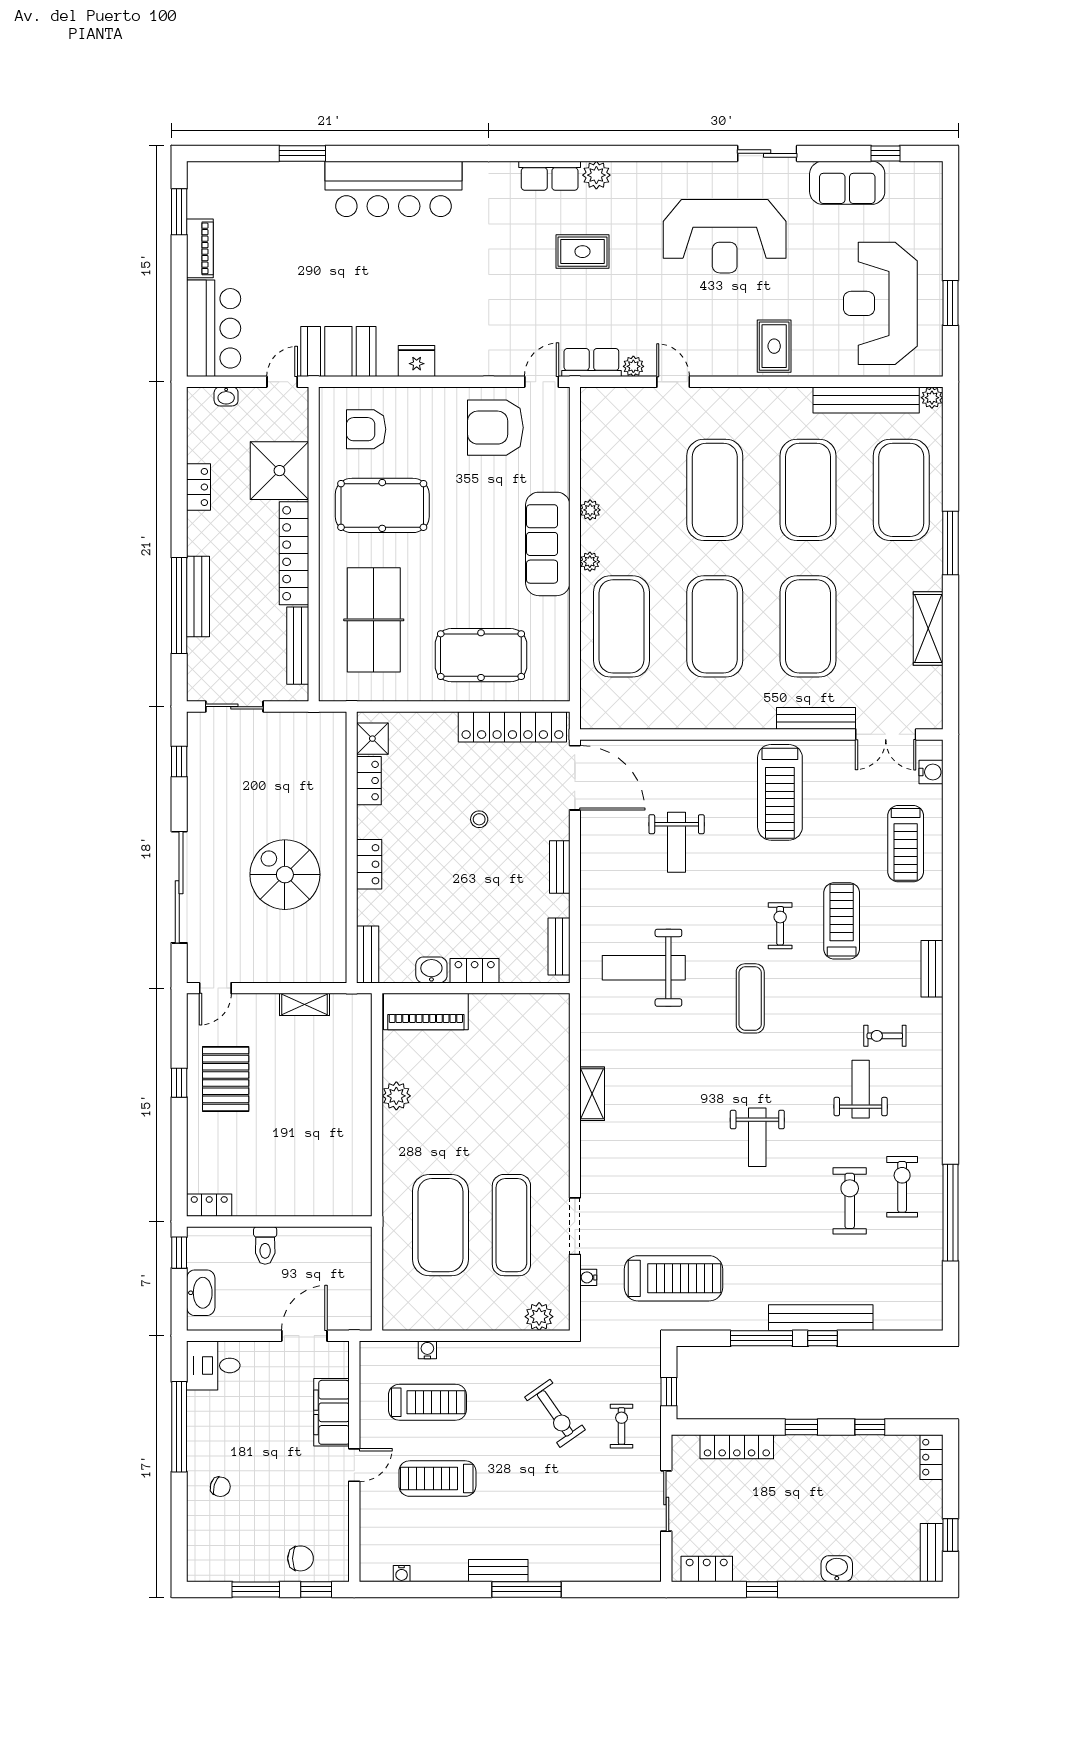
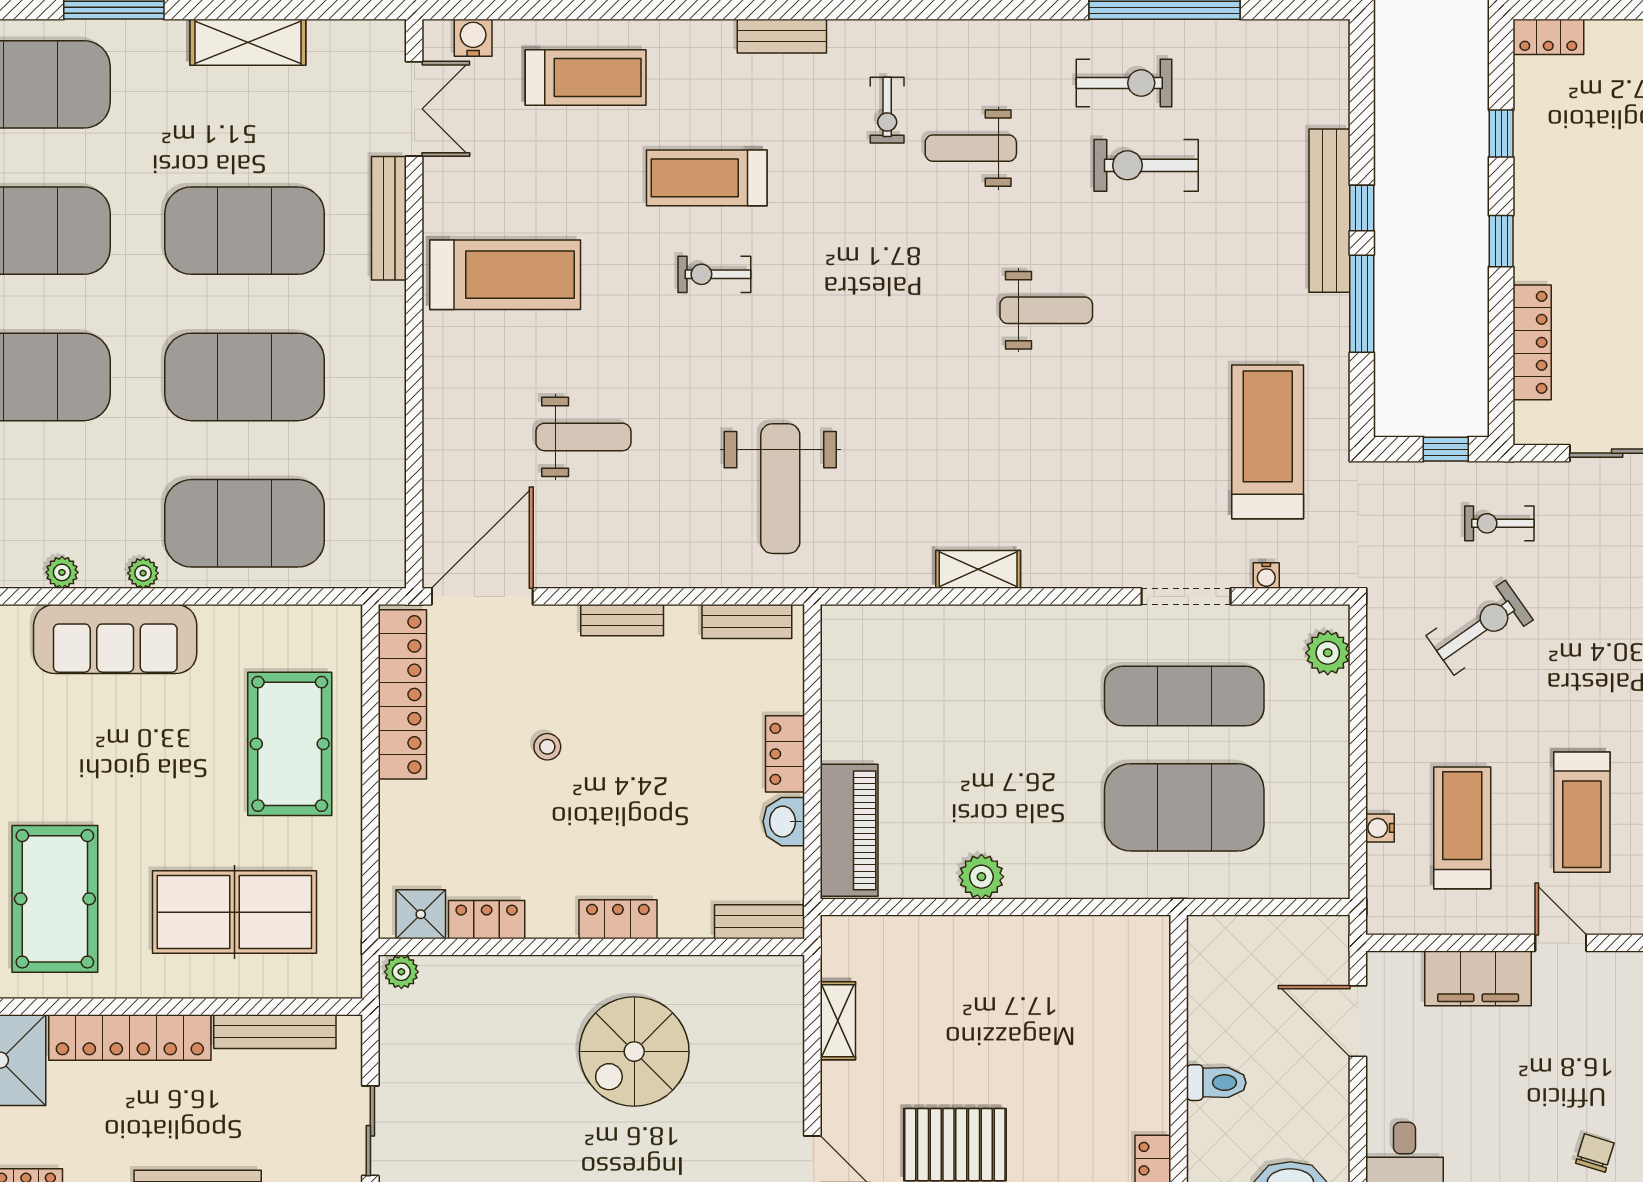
plant: (336, 726) -> (401, 972), added
exercise mat: (750, 998) -> (829, 321), removed
exercise bike: (902, 1187) -> (1124, 83), turned 180

